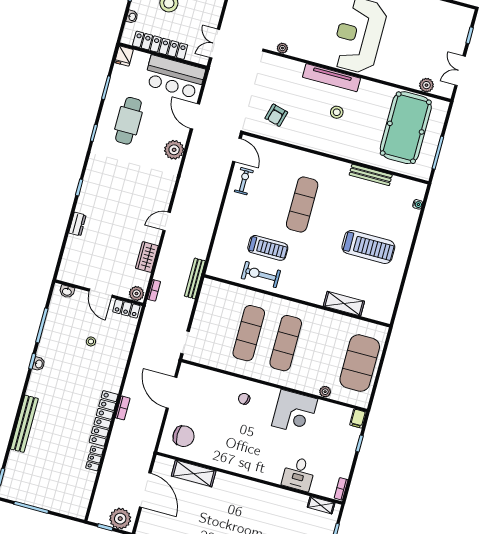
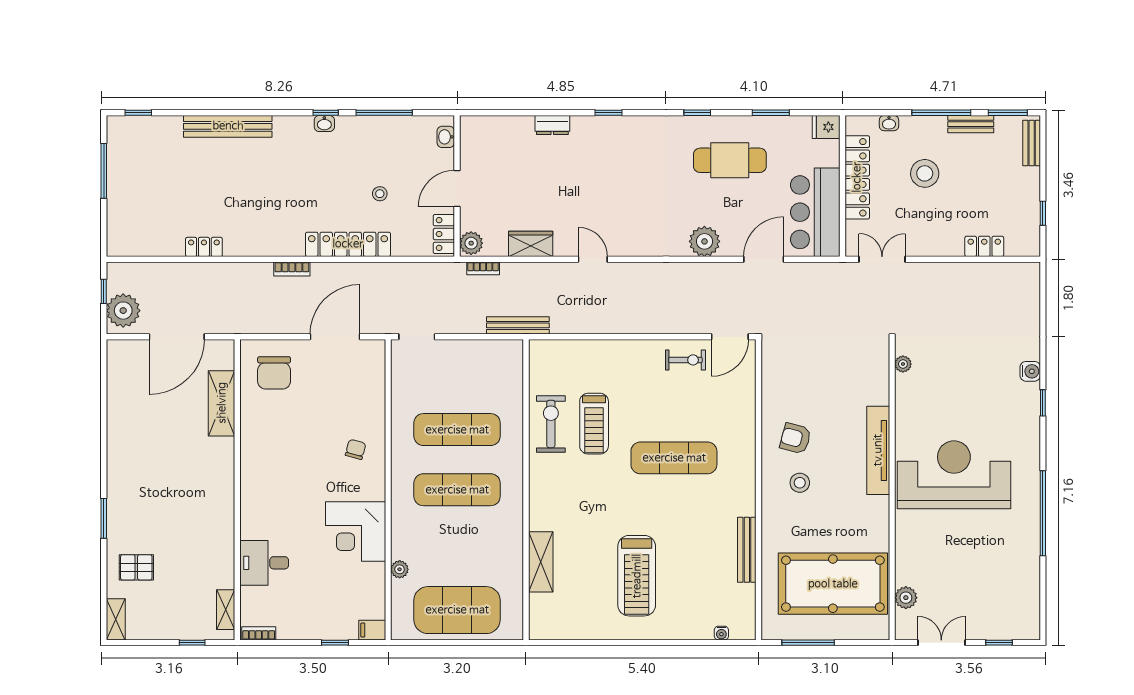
stool: (337, 112) -> (800, 483), moved
armchair: (276, 115) -> (795, 438), moved
locker: (104, 418) -> (348, 244), moved

